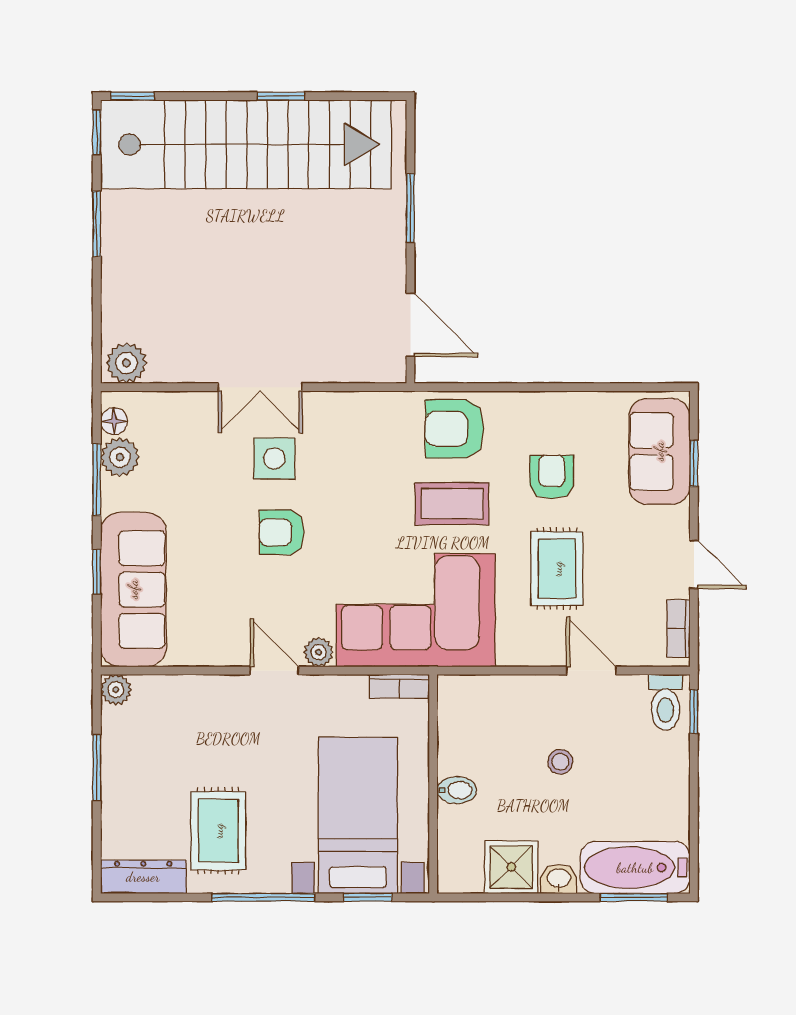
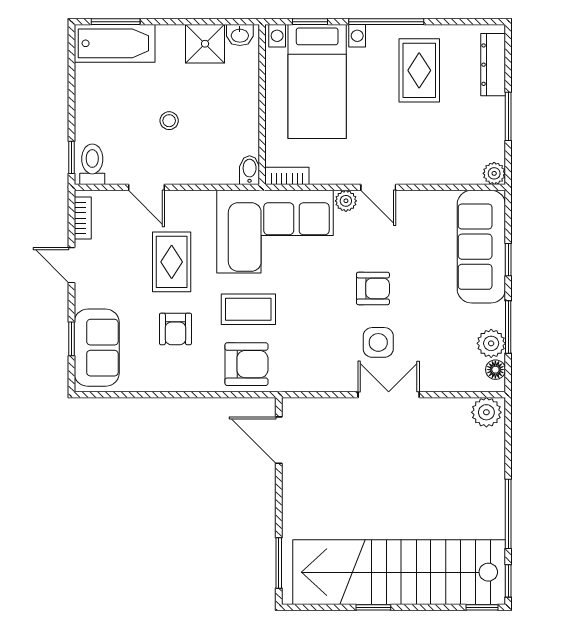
window: (410, 208) -> (279, 563), moved
window: (97, 224) -> (508, 514), width x1.44
bidet: (457, 790) -> (250, 170), moved, turned 90
dresser: (143, 877) -> (493, 65), moved, turned 90
washbasin: (559, 879) -> (240, 35), moved

